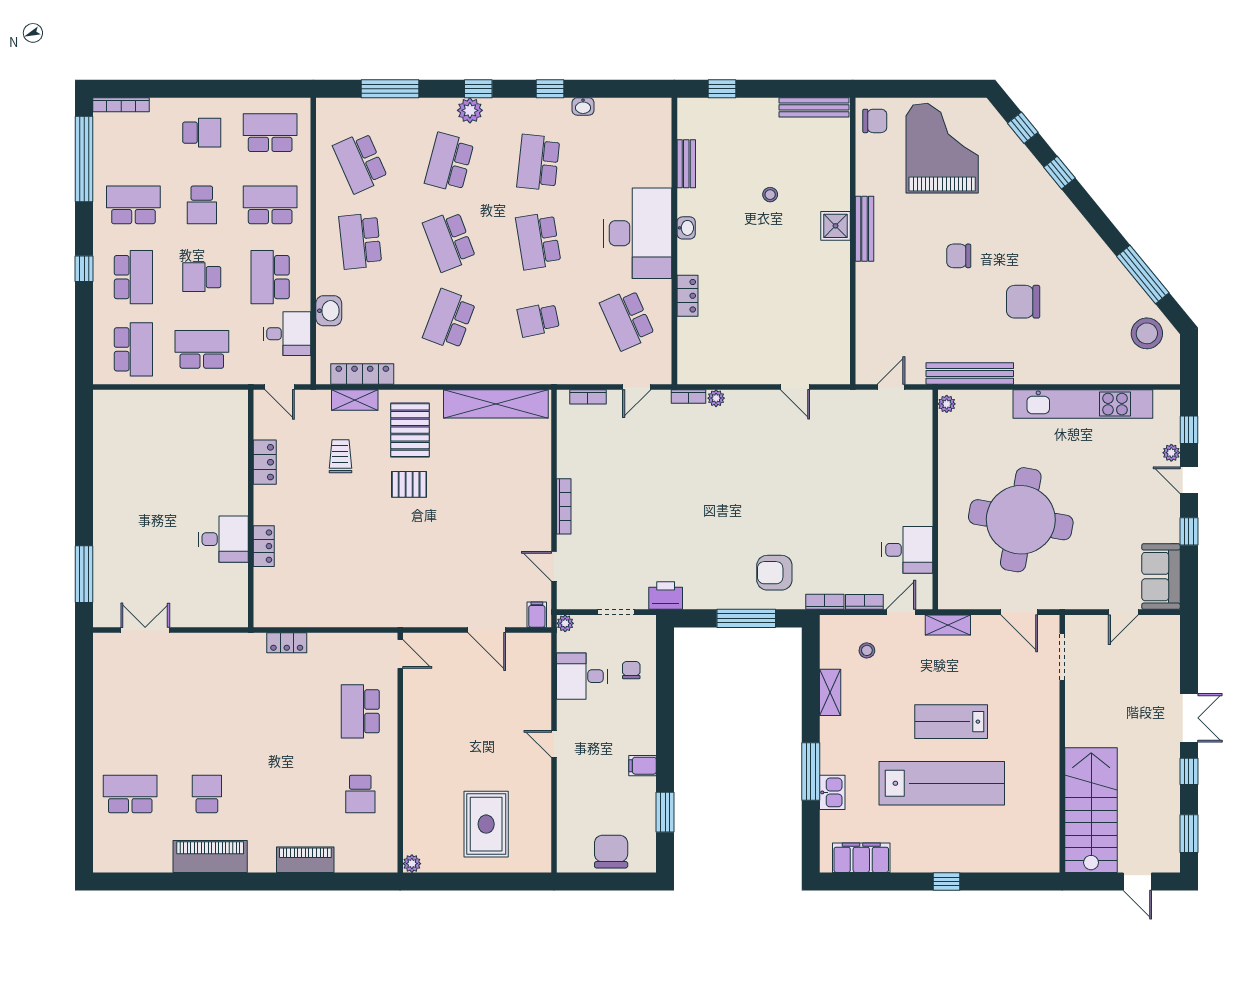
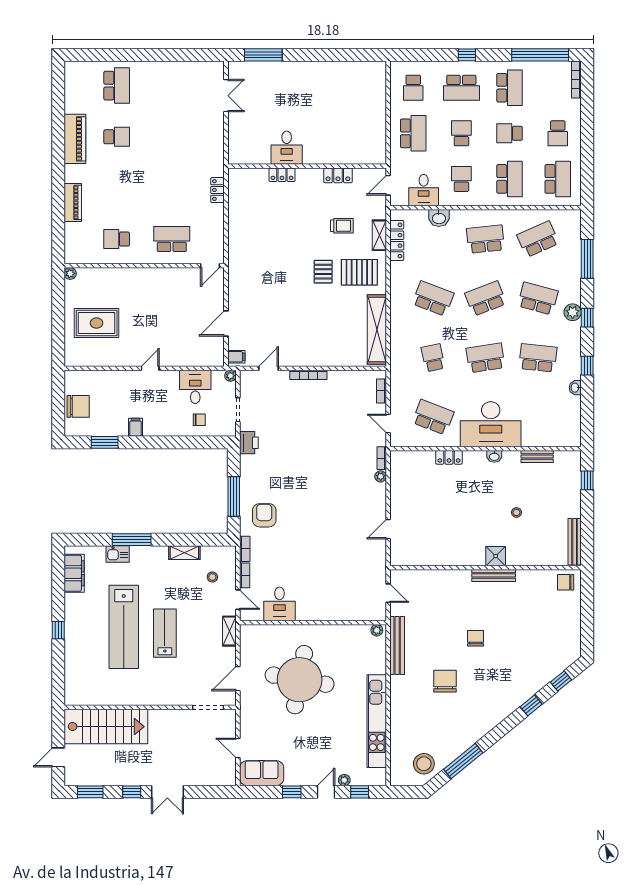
chair: (875, 121) -> (566, 582), turned 90
grand piano: (942, 148) -> (547, 627), removed
school desk: (270, 277) -> (461, 179), width x0.54
school desk: (627, 320) -> (433, 417), turned 45
school desk: (133, 349) -> (413, 88), width x0.54

